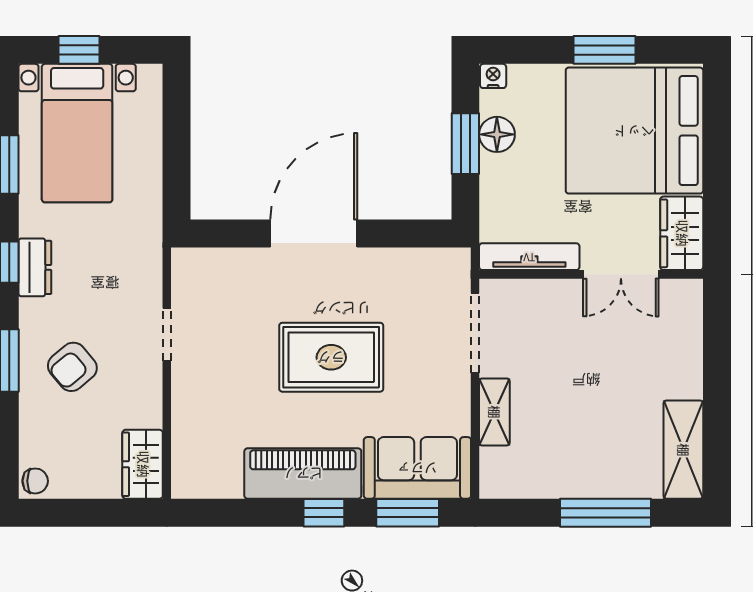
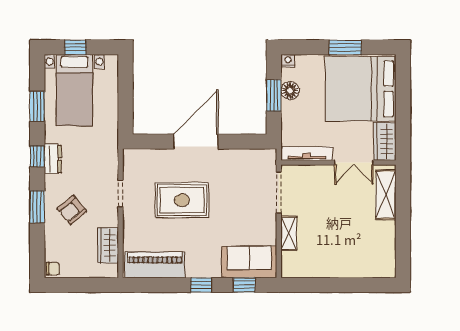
rug: (331, 357) -> (182, 200), moved
shelving: (683, 450) -> (386, 195), moved
wardrobe: (143, 464) -> (108, 245), moved
piano: (303, 473) -> (155, 265), moved
window: (408, 513) -> (244, 285), width x0.67
window: (605, 513) -> (346, 285), removed

